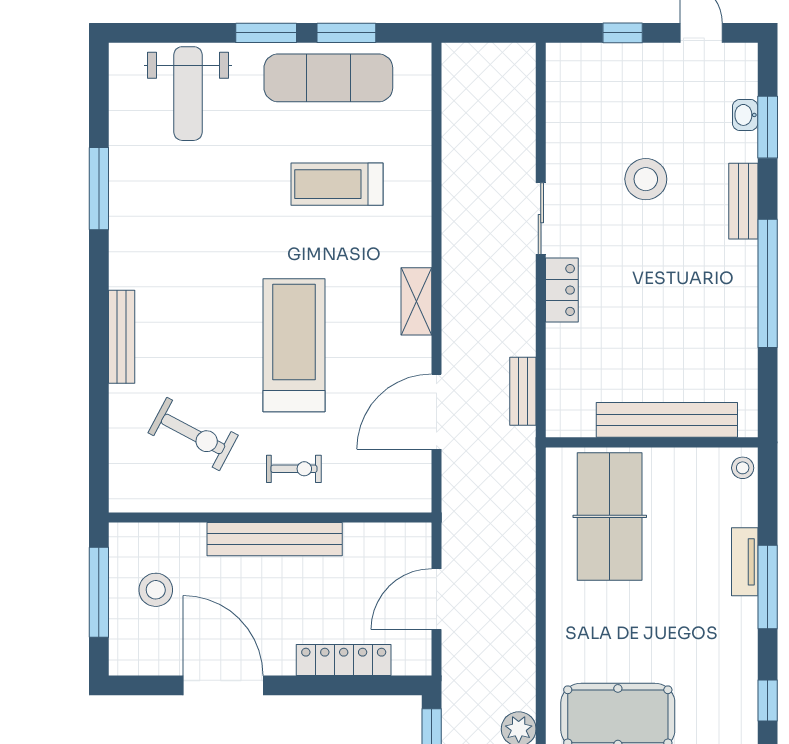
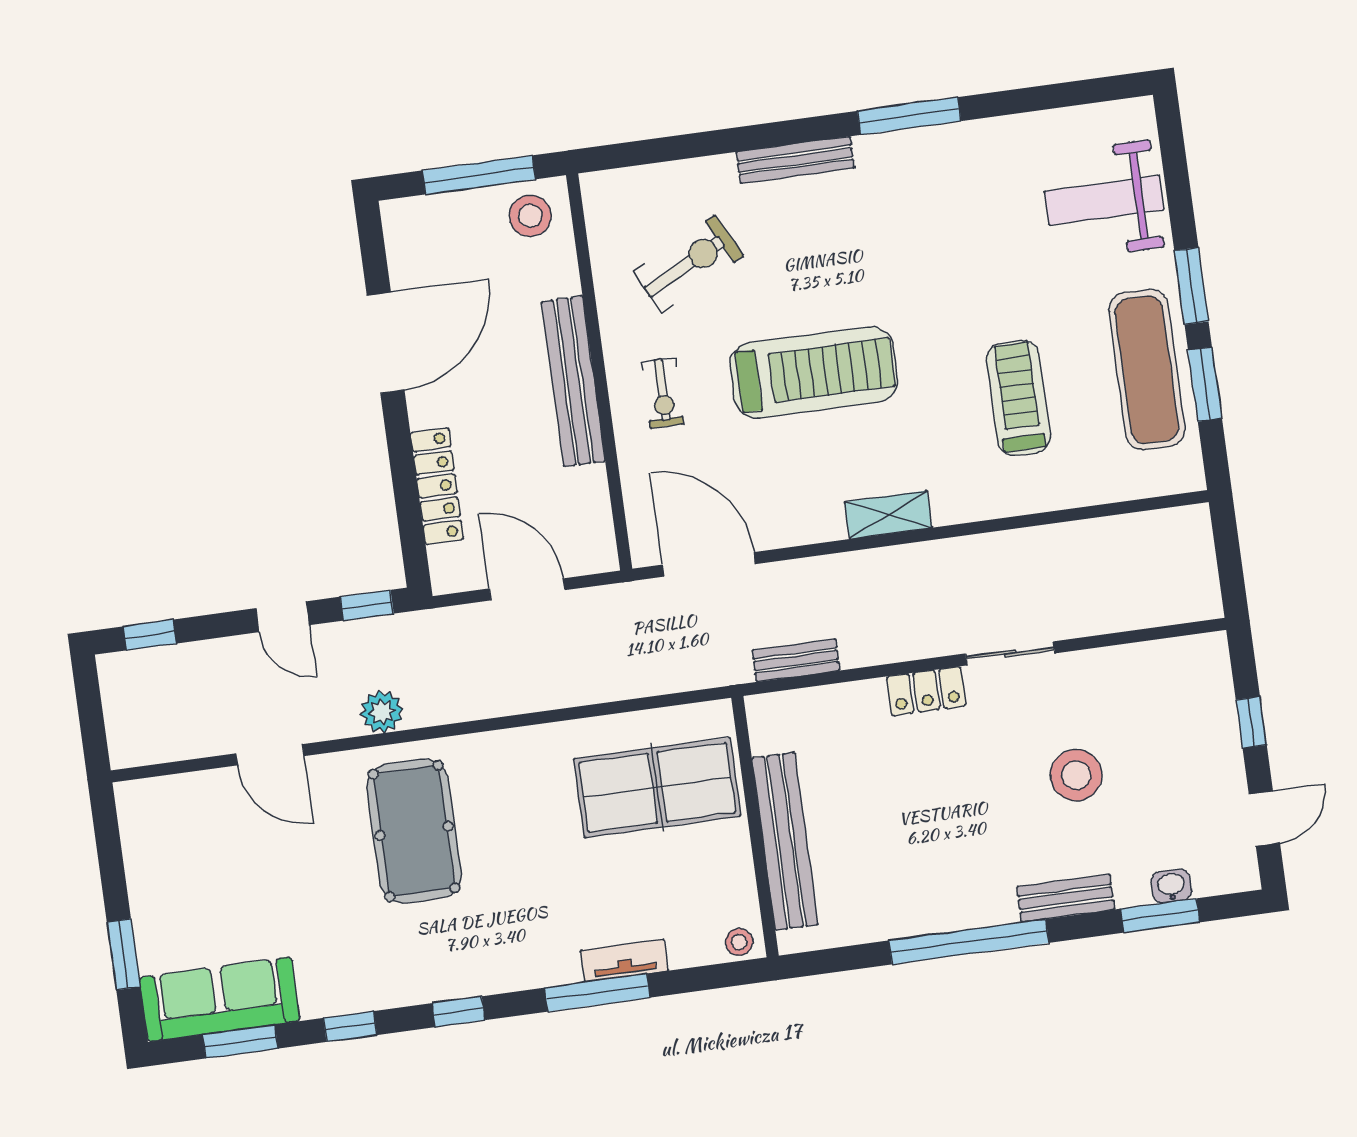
window: (99, 189) -> (909, 116), moved
door: (436, 412) -> (709, 564), moved
exercise bike: (193, 434) -> (688, 264), turned -145
stool: (156, 590) -> (530, 216), moved

